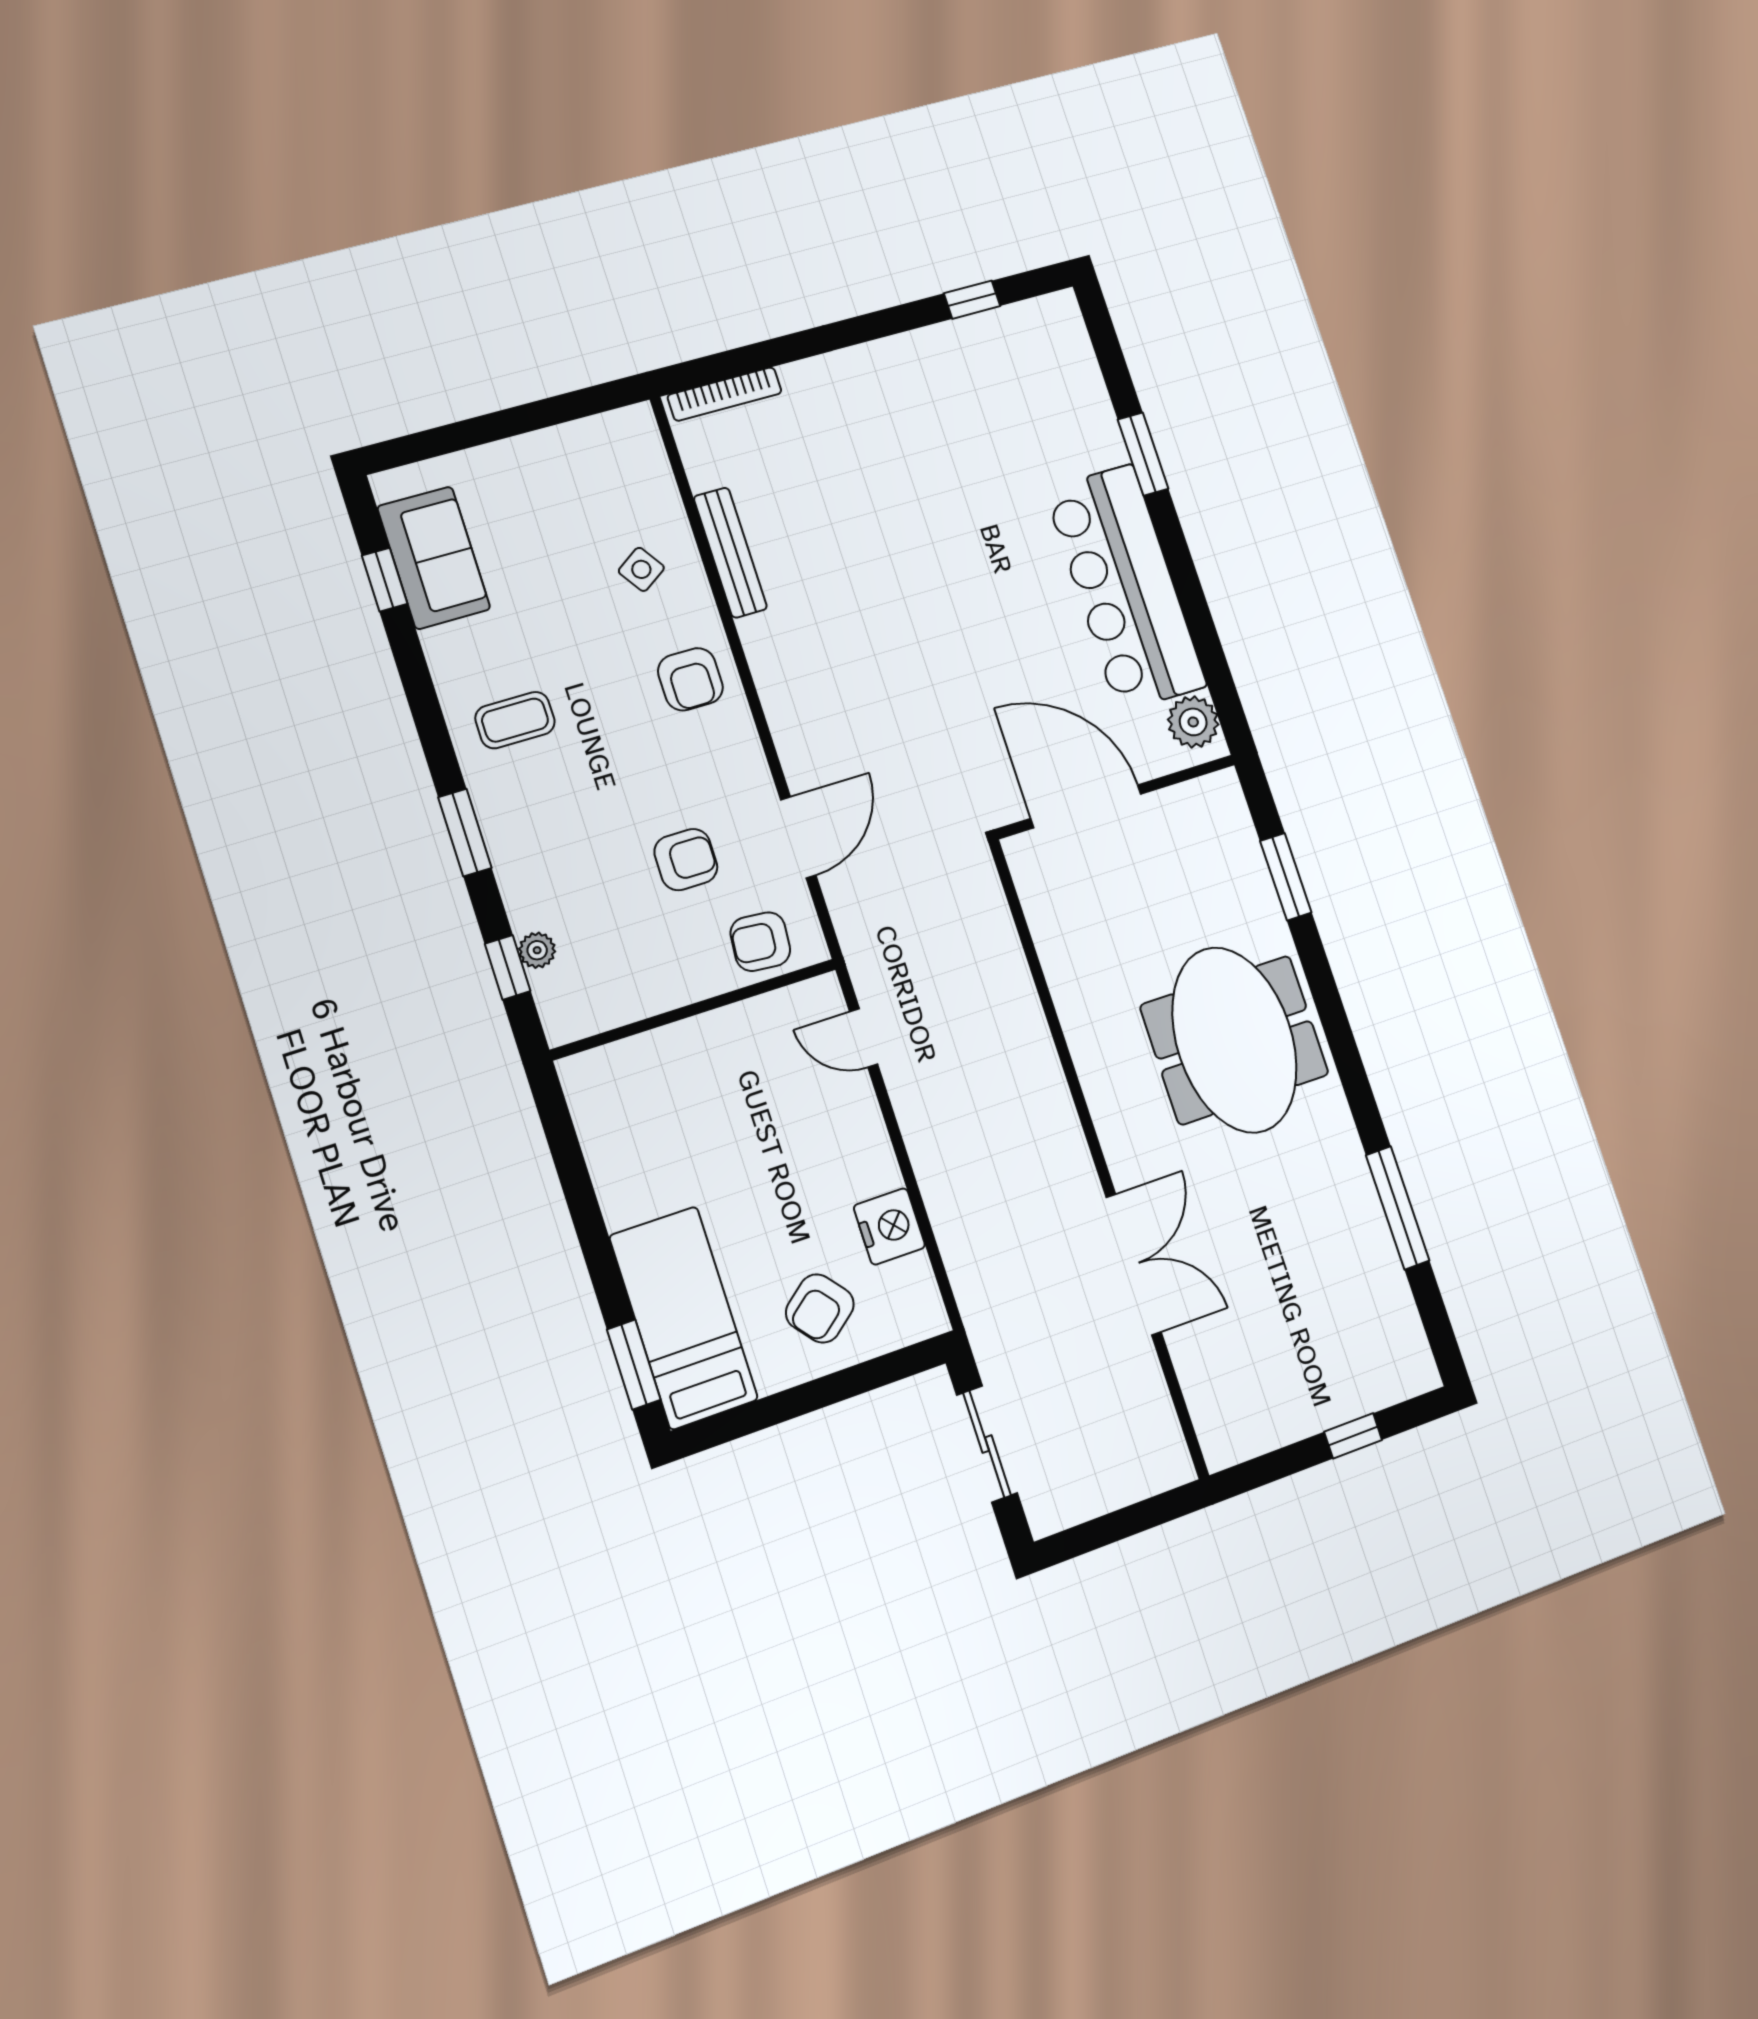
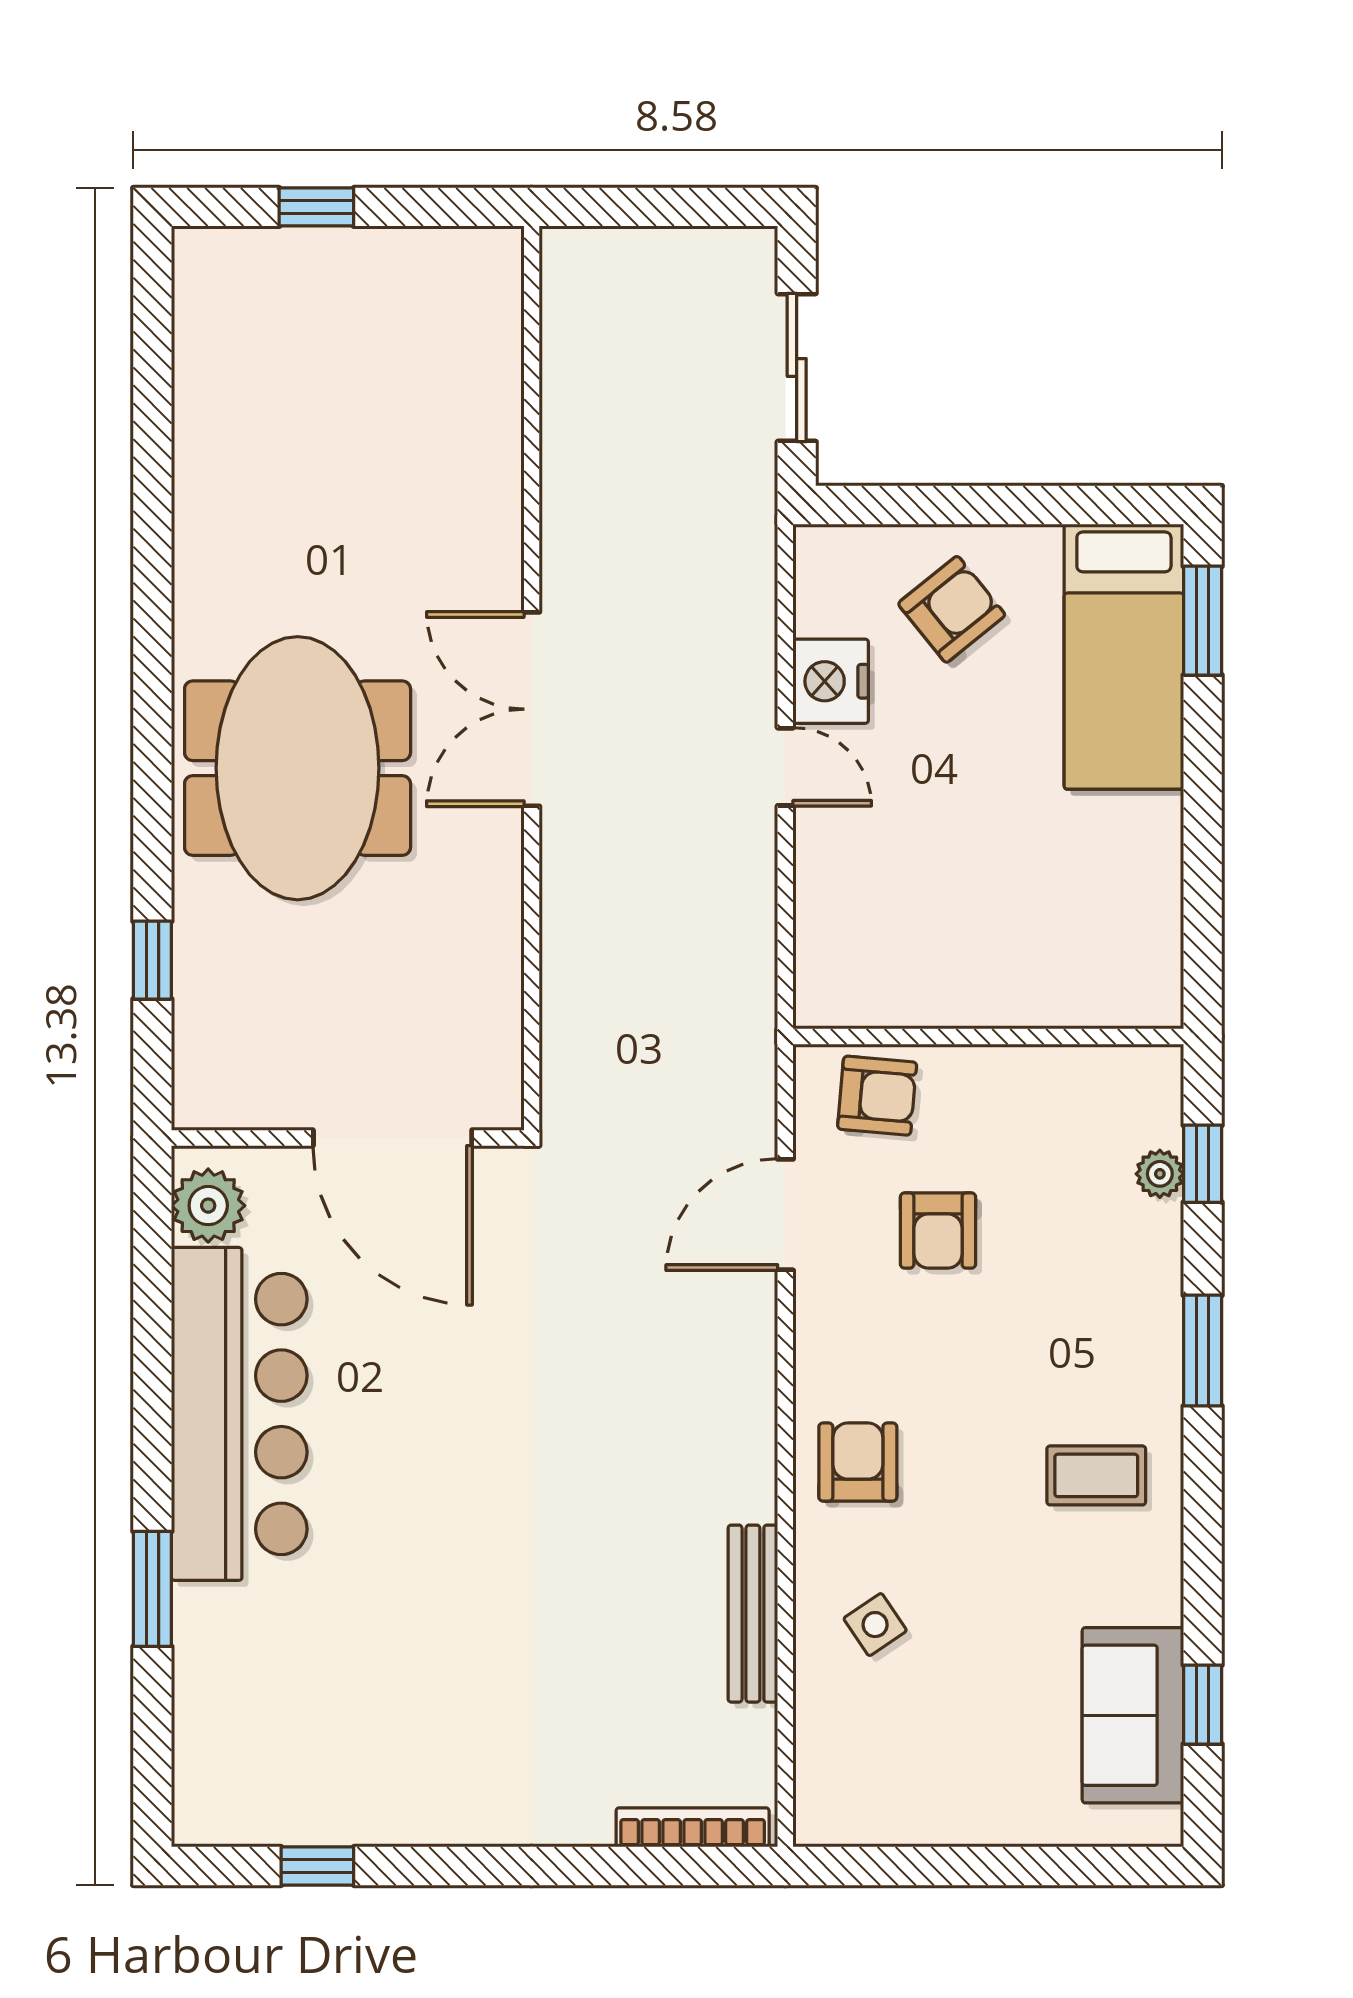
armchair: (686, 860) -> (938, 1230), turned -90
window: (1286, 877) -> (152, 960), width x0.67
door: (864, 1038) -> (785, 767), moved
window: (1398, 1208) -> (152, 477), removed
double door: (1134, 1264) -> (532, 709), moved

